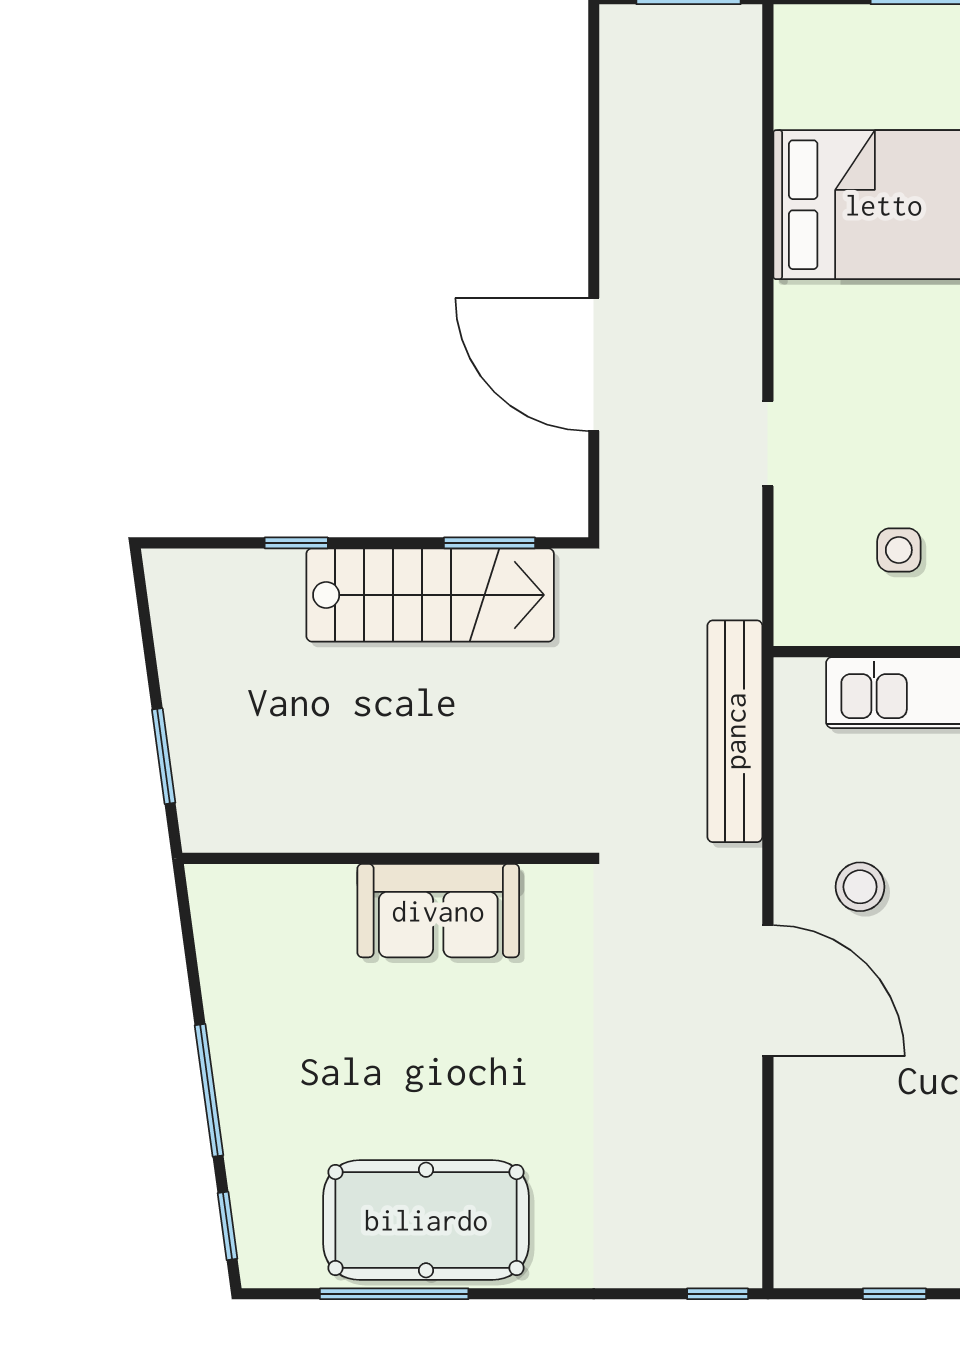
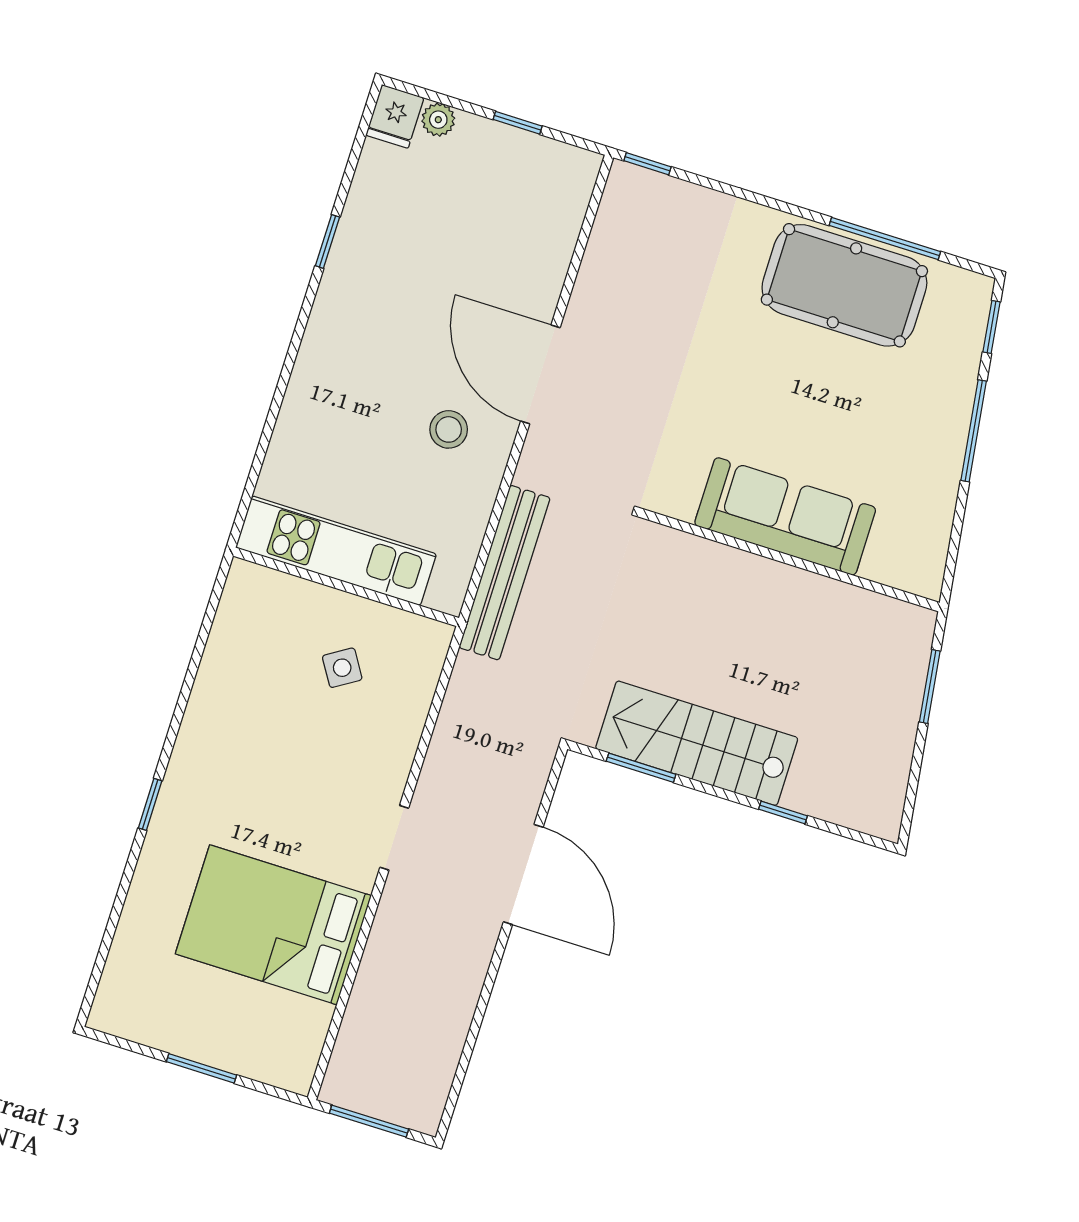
doorway: (768, 444) -> (394, 838), moved
side table: (899, 550) -> (342, 668), turned -32
sofa: (438, 911) -> (785, 516), width x1.36

